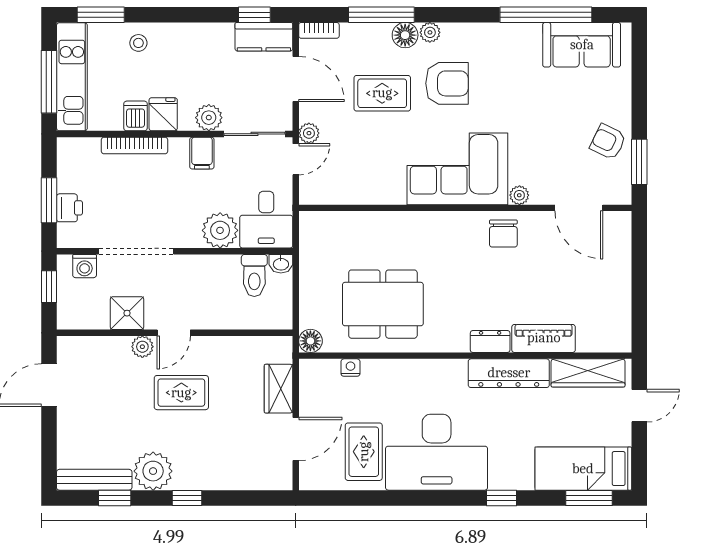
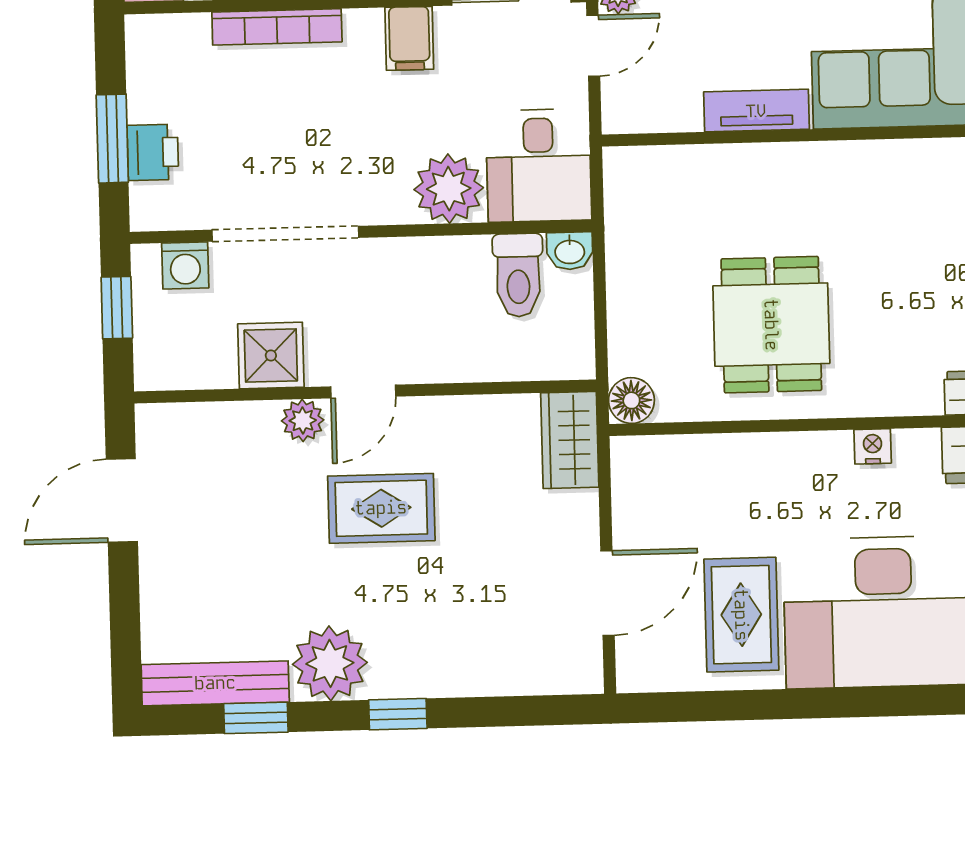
tv unit: (378, 195) -> (756, 111), added
dining table: (383, 304) -> (771, 325), width x0.73
nightstand: (350, 368) -> (873, 446), moved
wardrobe: (278, 389) -> (570, 440), moved

